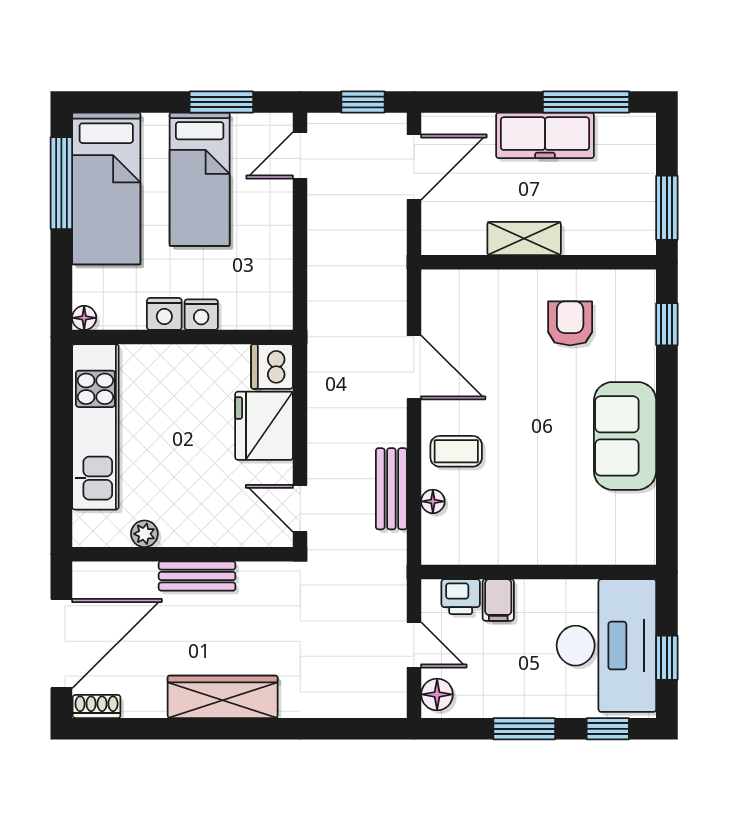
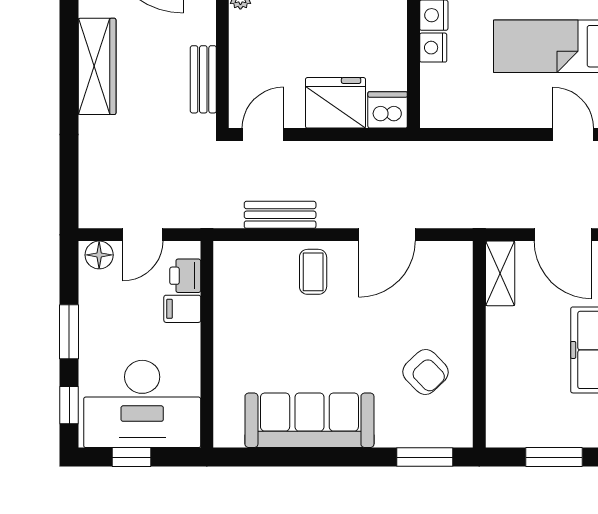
window: (667, 208) -> (554, 457), moved
shelving: (524, 239) -> (500, 273), moved
armchair: (570, 323) -> (425, 372), turned 46
window: (667, 324) -> (425, 457), width x1.50
sofa: (625, 436) -> (309, 420), width x1.36
floor lamp: (433, 501) -> (269, 251), removed
bench: (197, 576) -> (203, 79), moved

